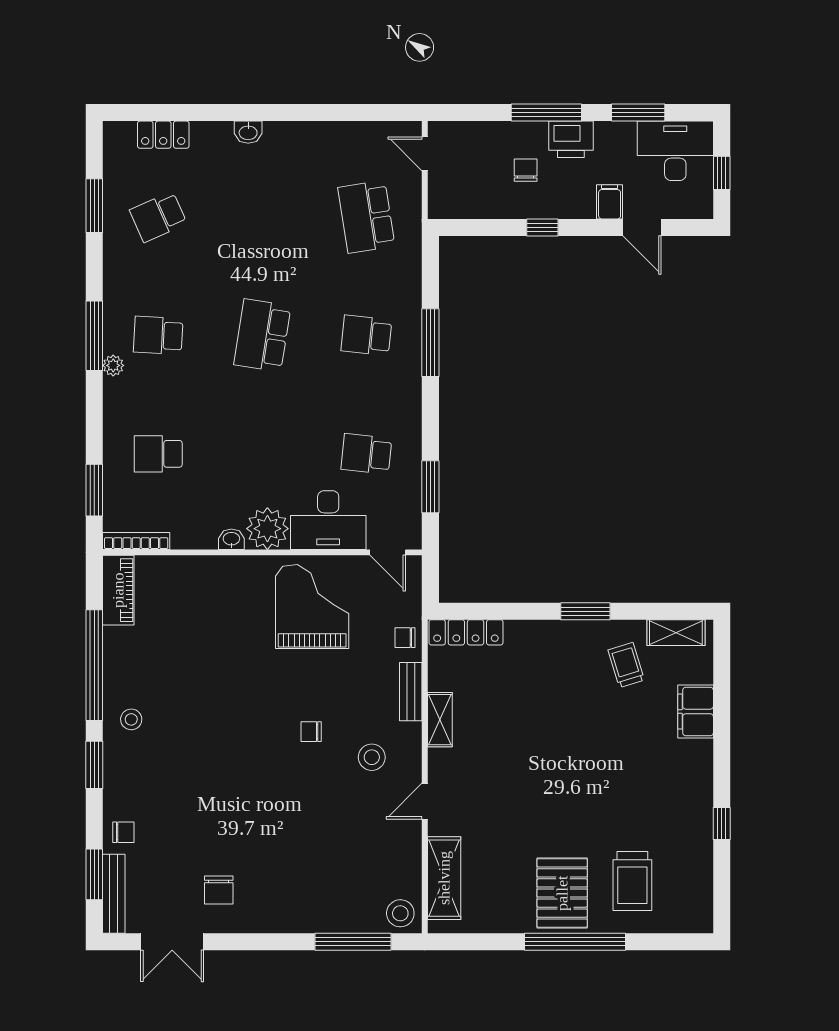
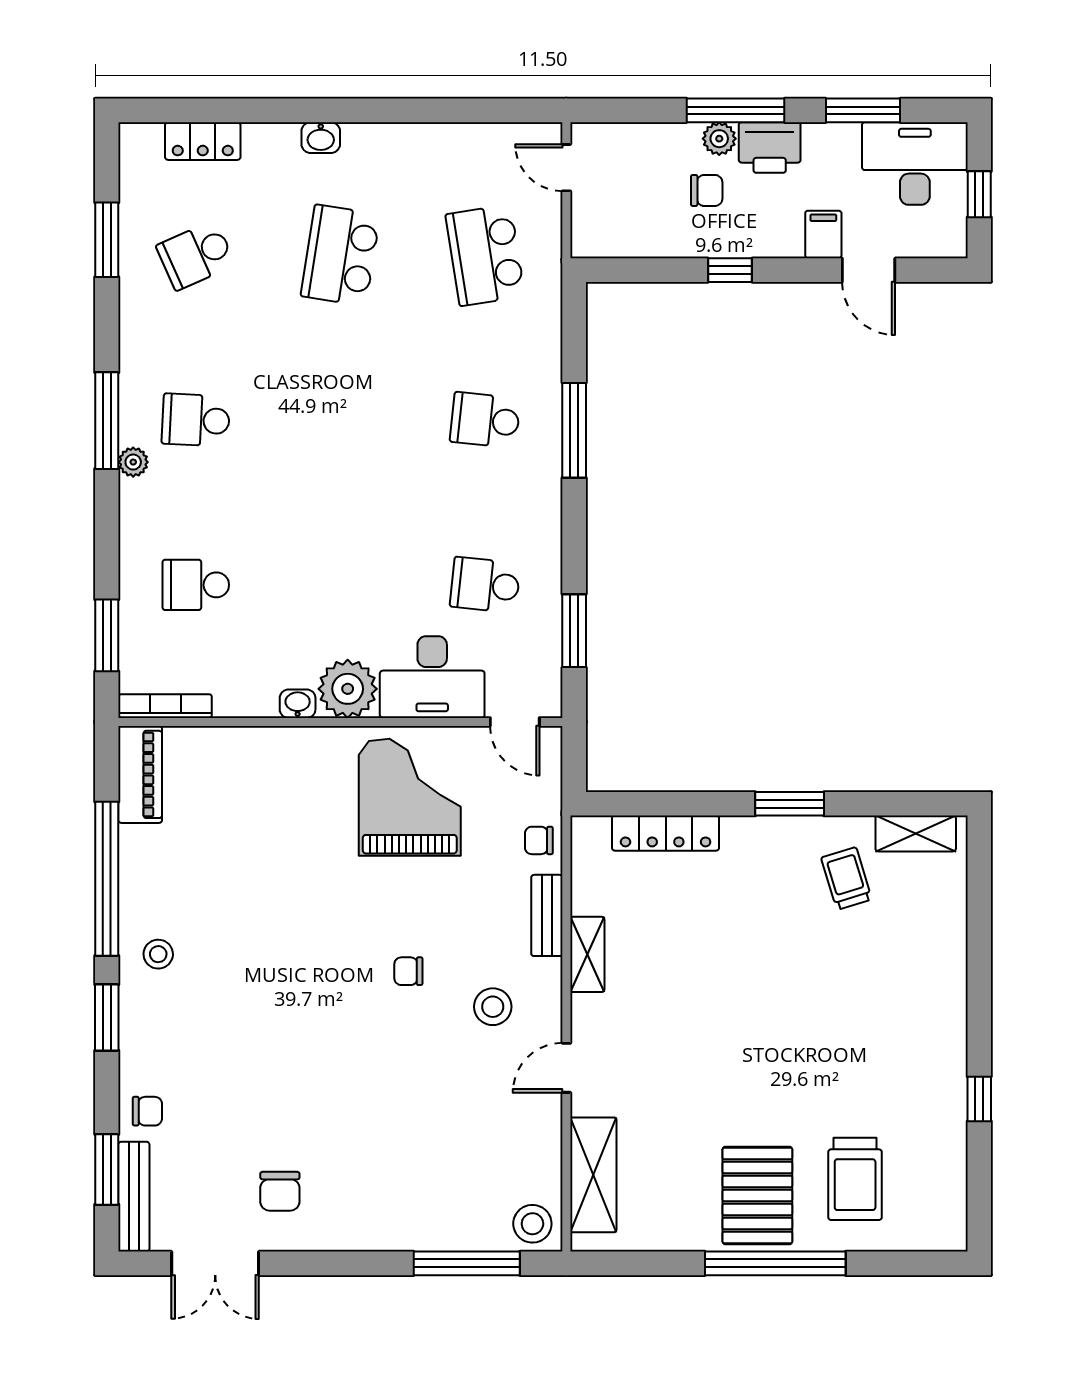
plant: (535, 133) -> (719, 139), added
chair: (526, 170) -> (707, 190), turned 90
school desk: (262, 335) -> (340, 255), moved
locker: (466, 632) -> (666, 833), moved
filing cabinet: (696, 711) -> (943, 943), removed

